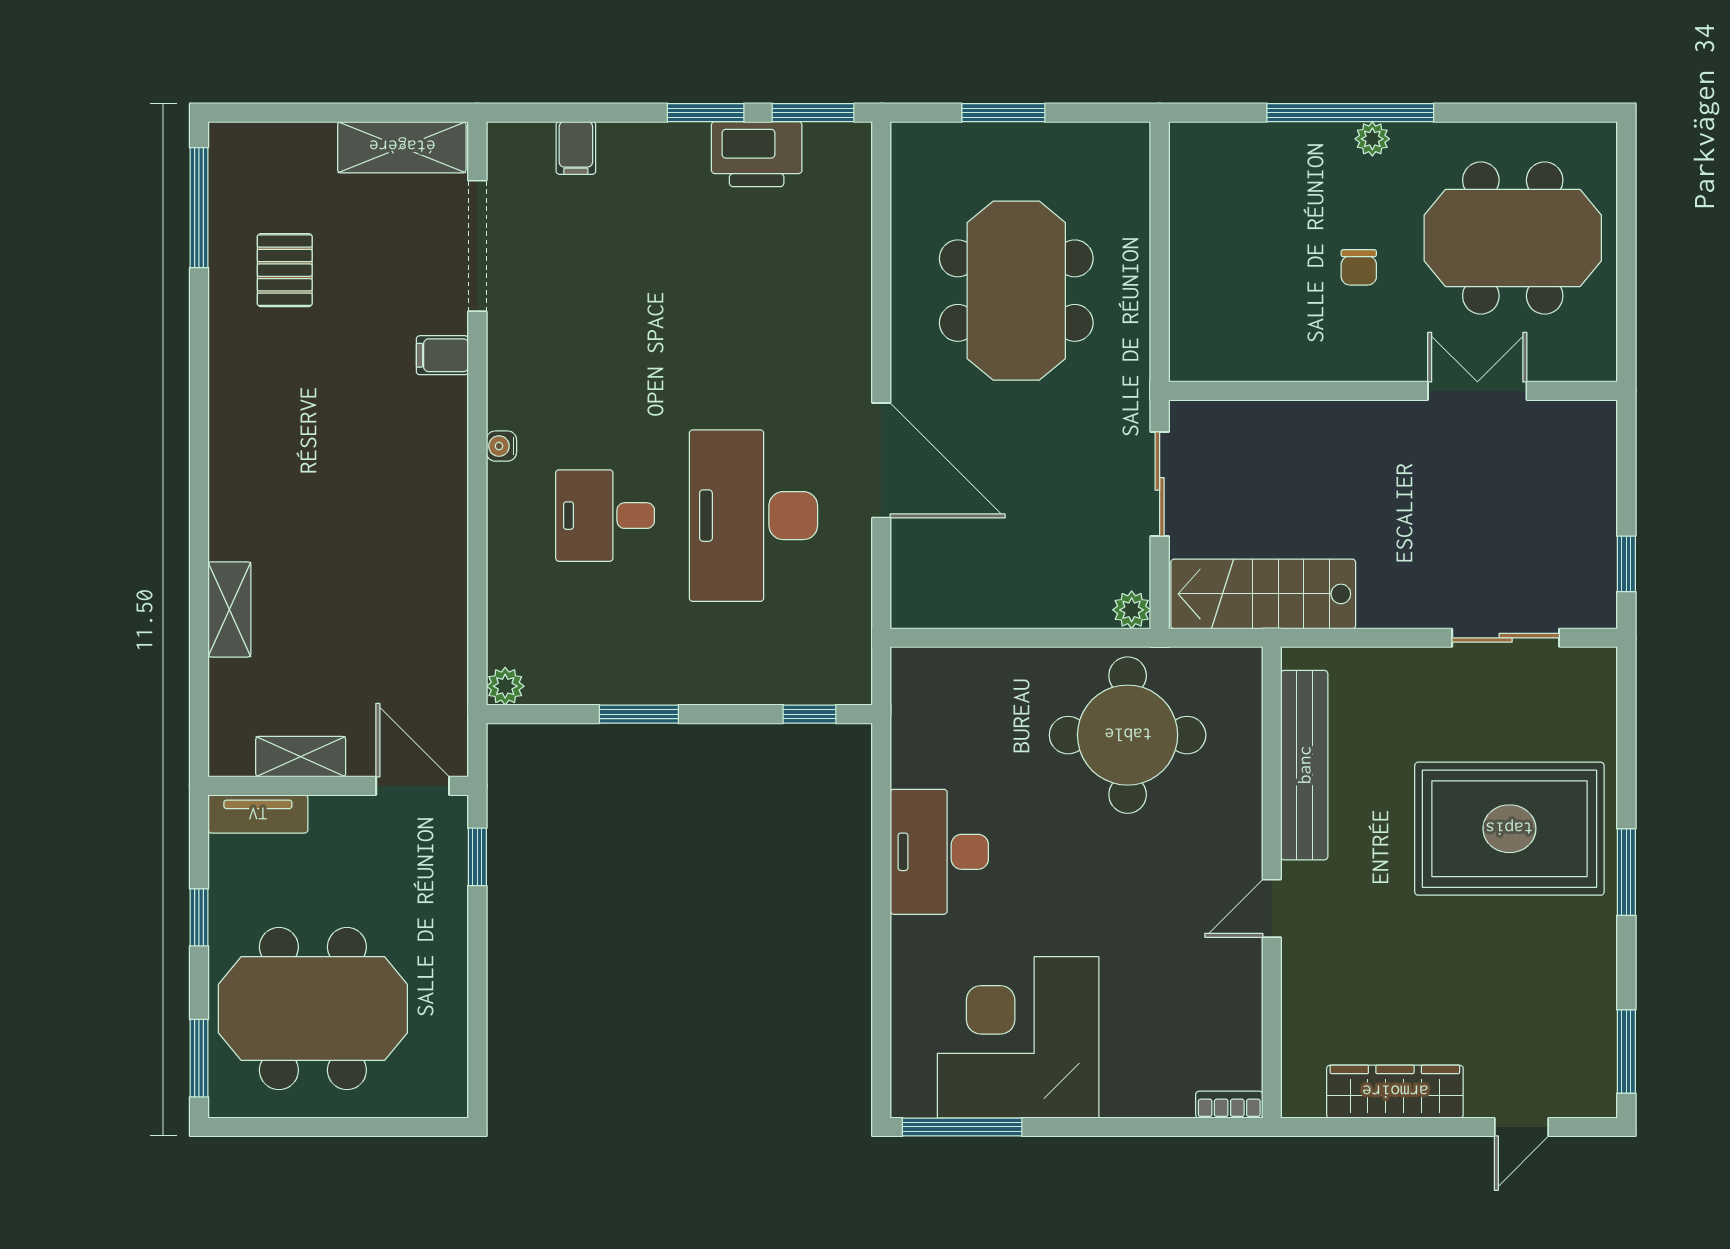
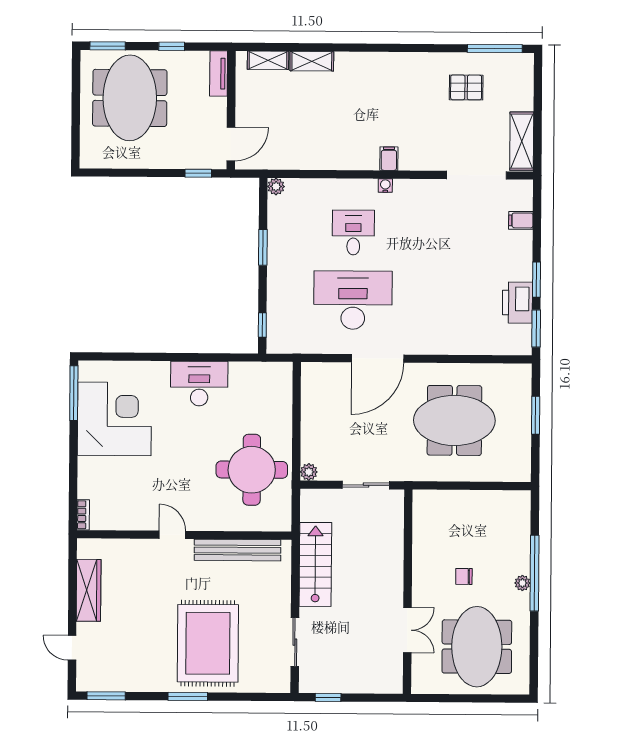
filing cabinet: (442, 355) -> (389, 159), moved
stairs: (1263, 594) -> (315, 564), moved
shelving: (301, 757) -> (268, 60), moved, turned 90

